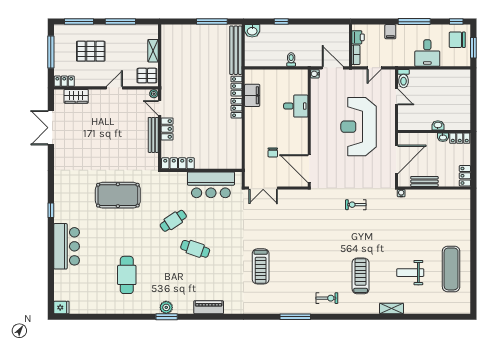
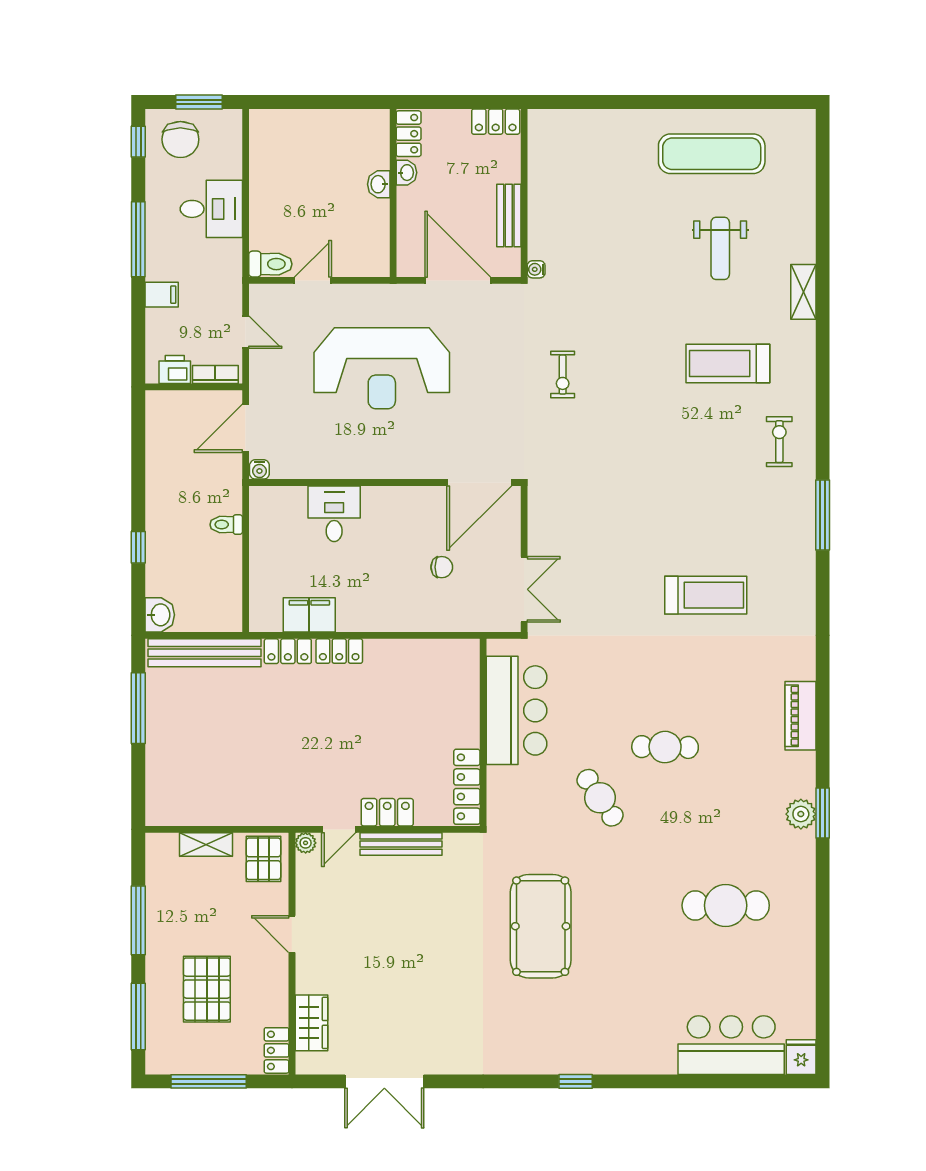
bar counter: (67, 246) -> (731, 1045), moved
cafe table: (195, 249) -> (665, 747), turned 72

